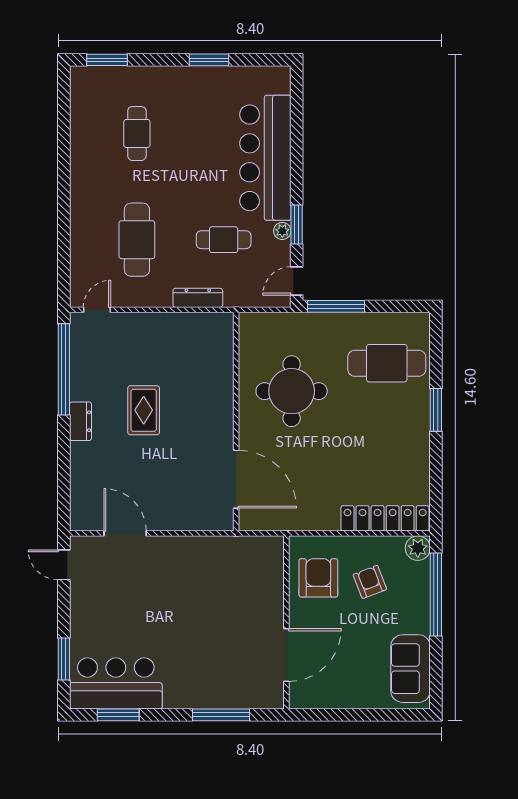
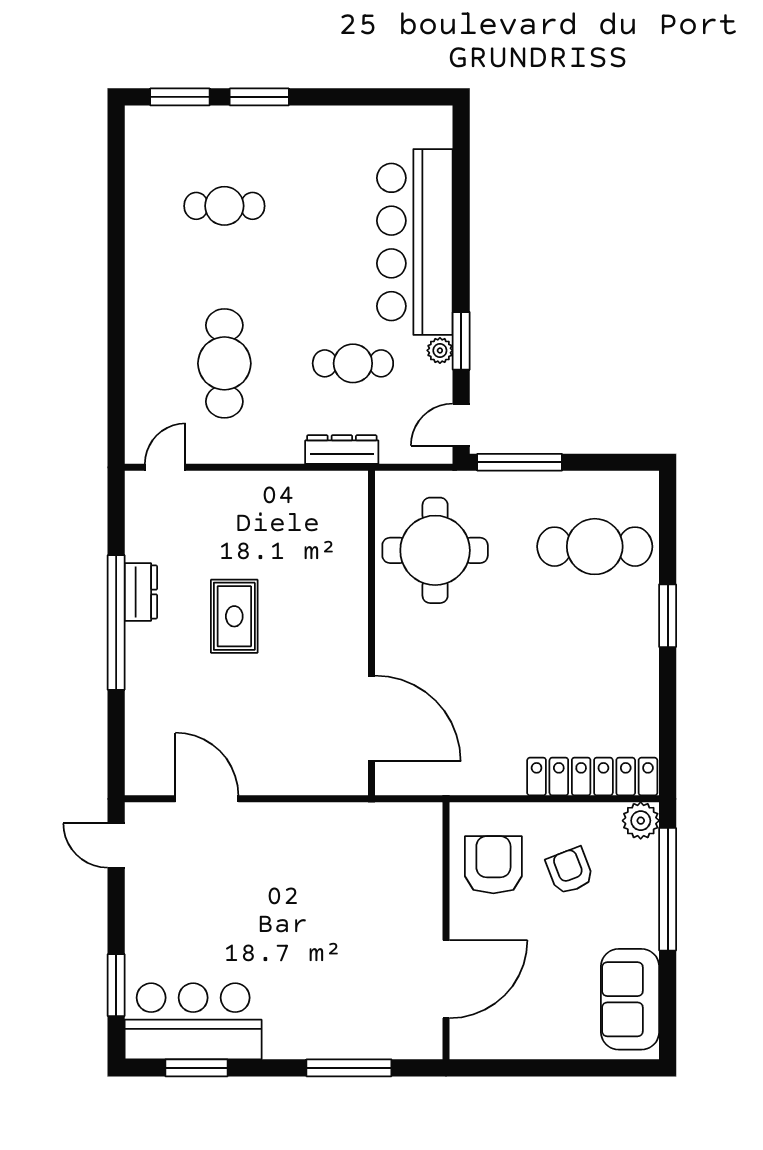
window: (209, 60) -> (259, 97), moved
cafe table: (137, 133) -> (224, 206), turned 90
dresser: (198, 298) -> (342, 450), moved
window: (64, 369) -> (116, 622), moved
round table: (292, 391) -> (435, 550), moved
dresser: (81, 421) -> (141, 592), moved

